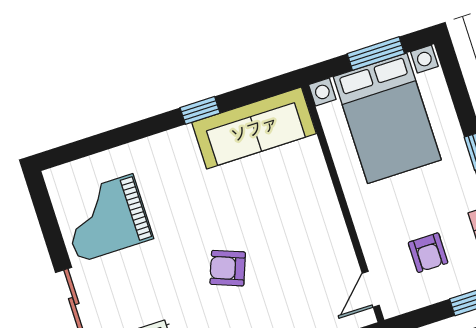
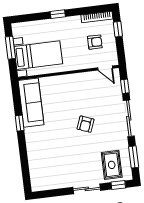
bed with nightstands: (387, 118) -> (38, 55), width x0.73
grand piano: (106, 218) -> (56, 169), removed

